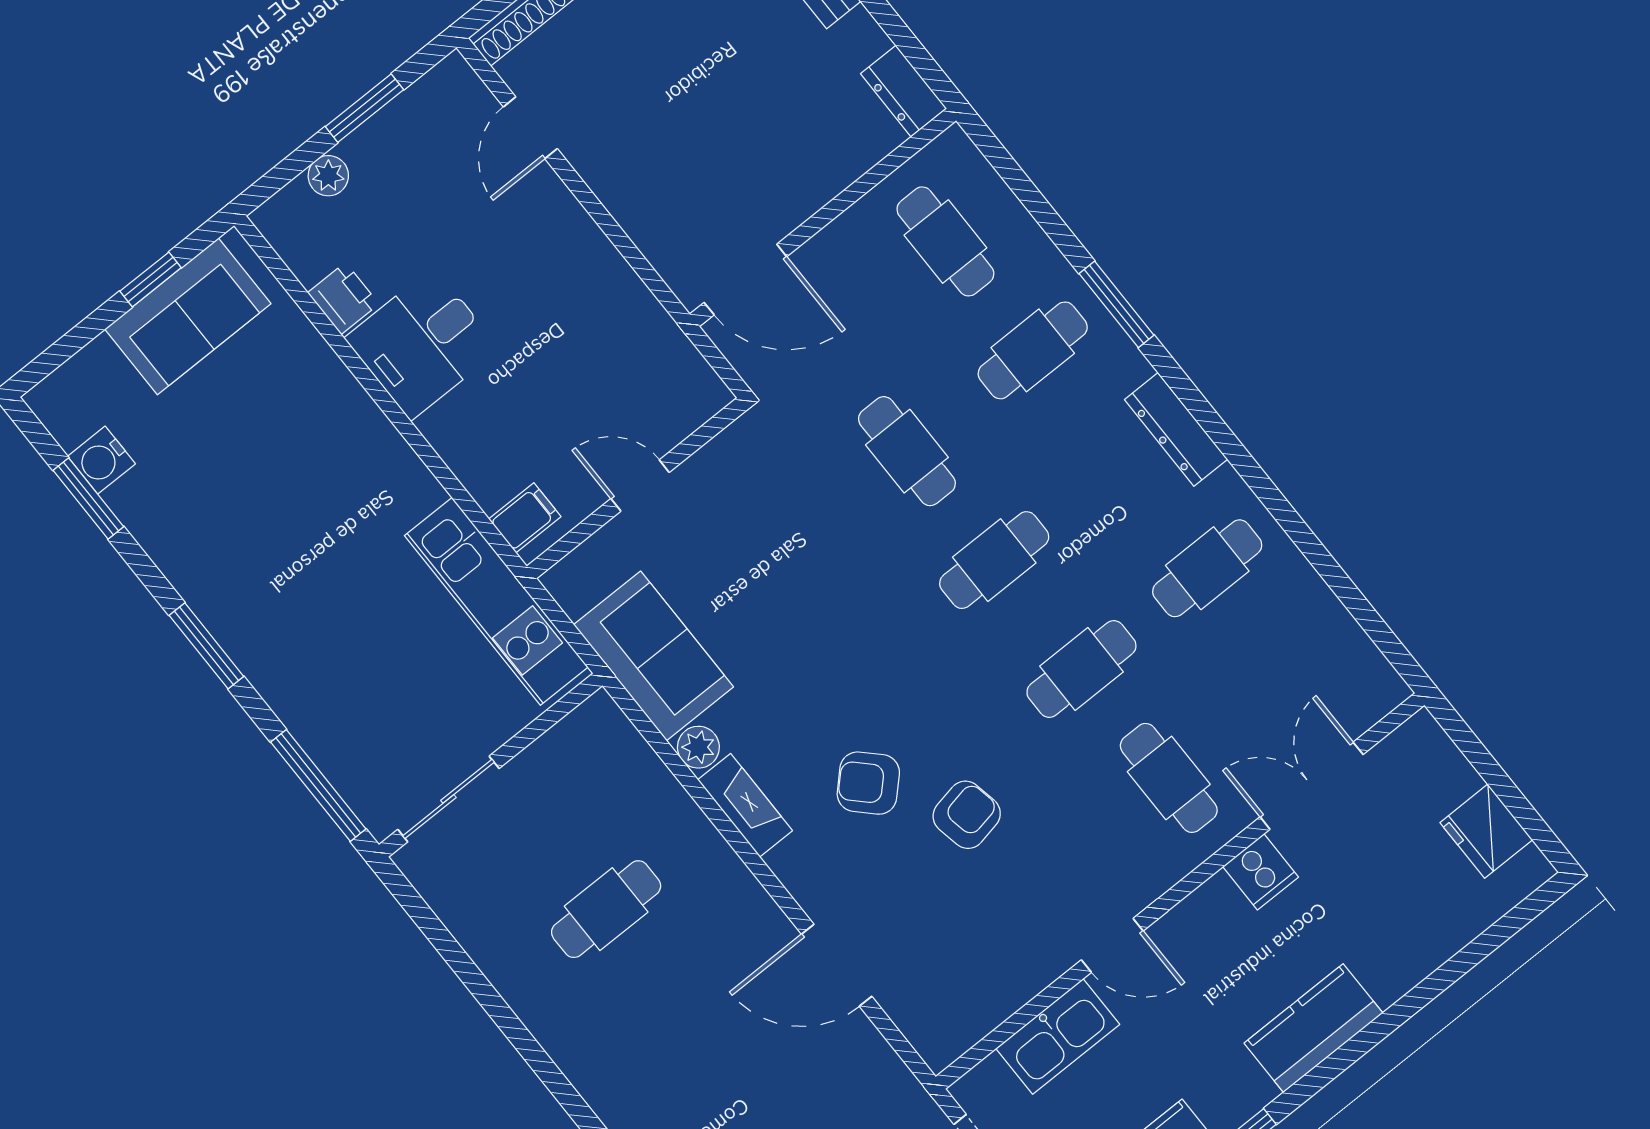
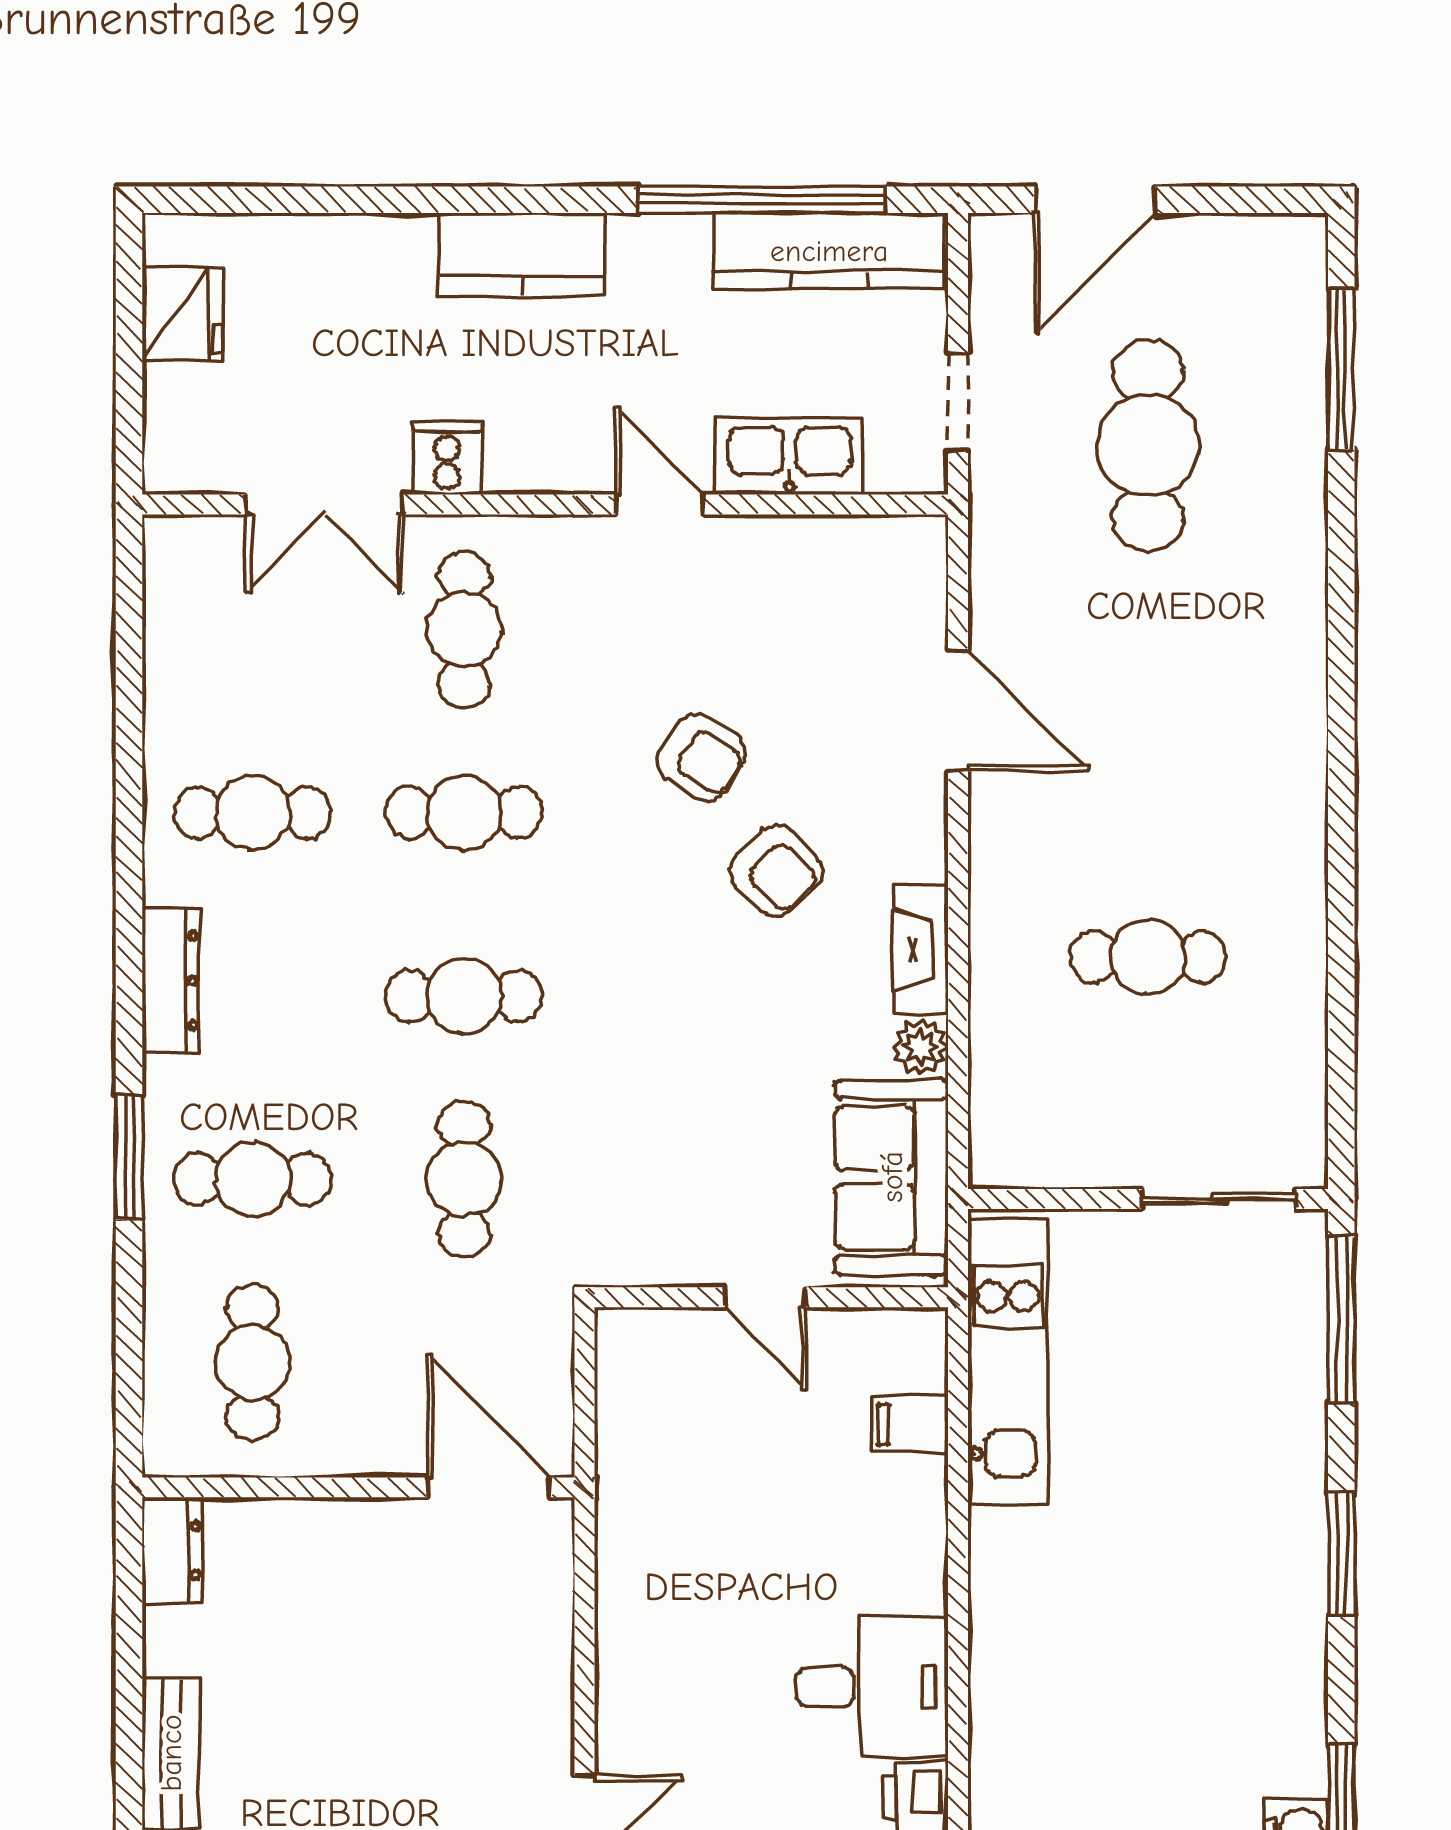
door: (640, 486) -> (766, 1297), moved
wall: (637, 488) -> (771, 1297), moved
armchair: (967, 815) -> (701, 758), turned -137

